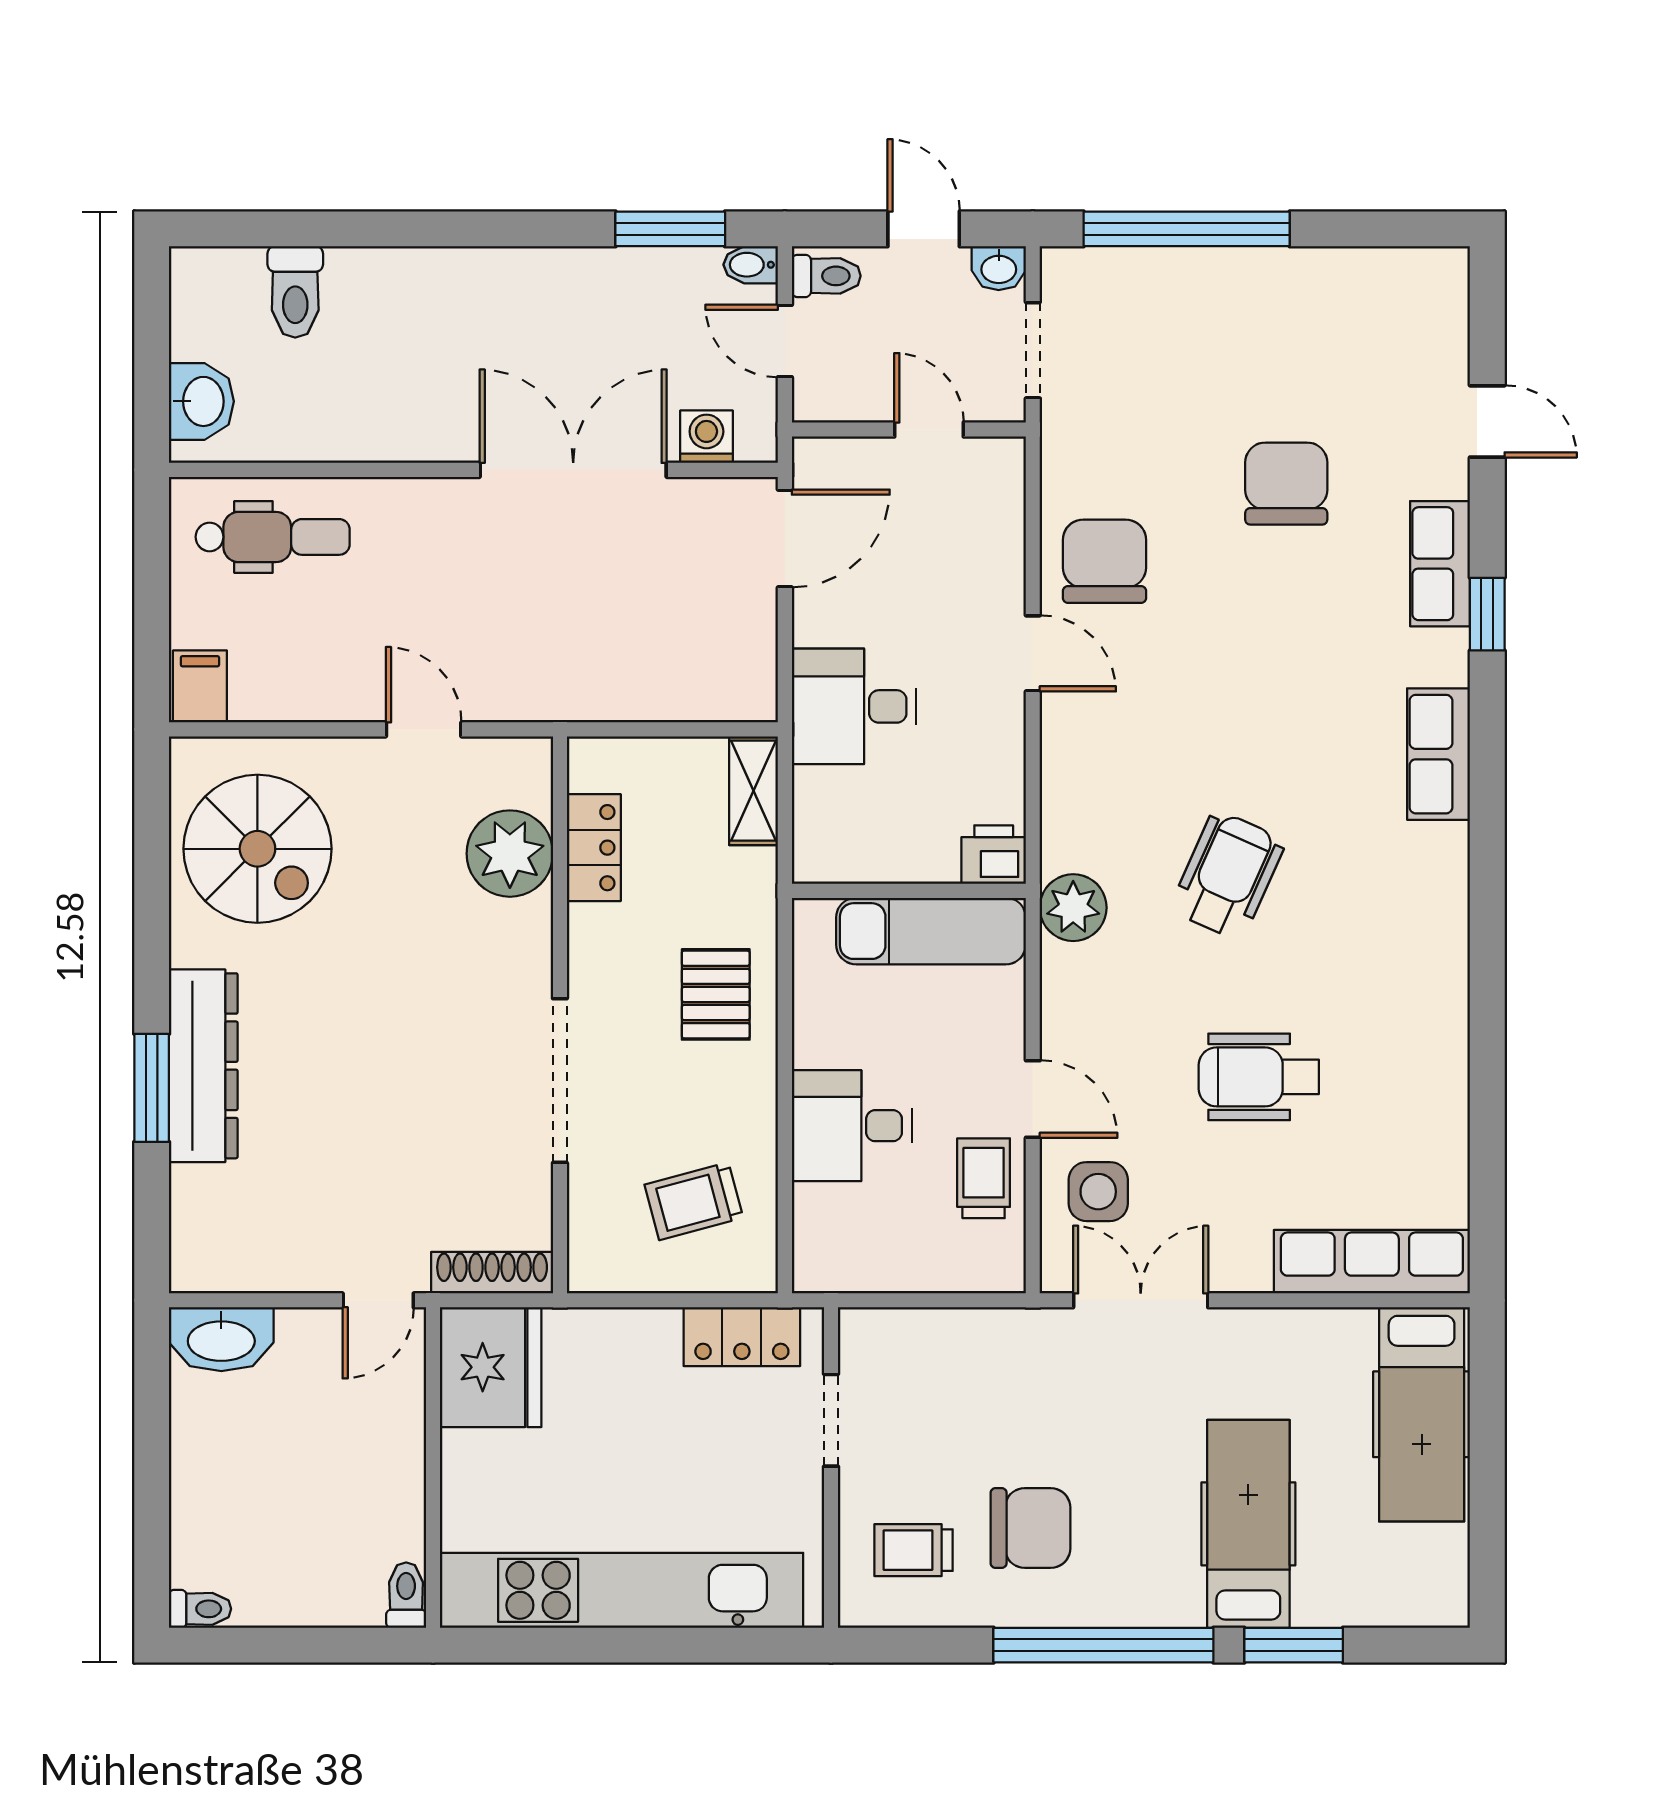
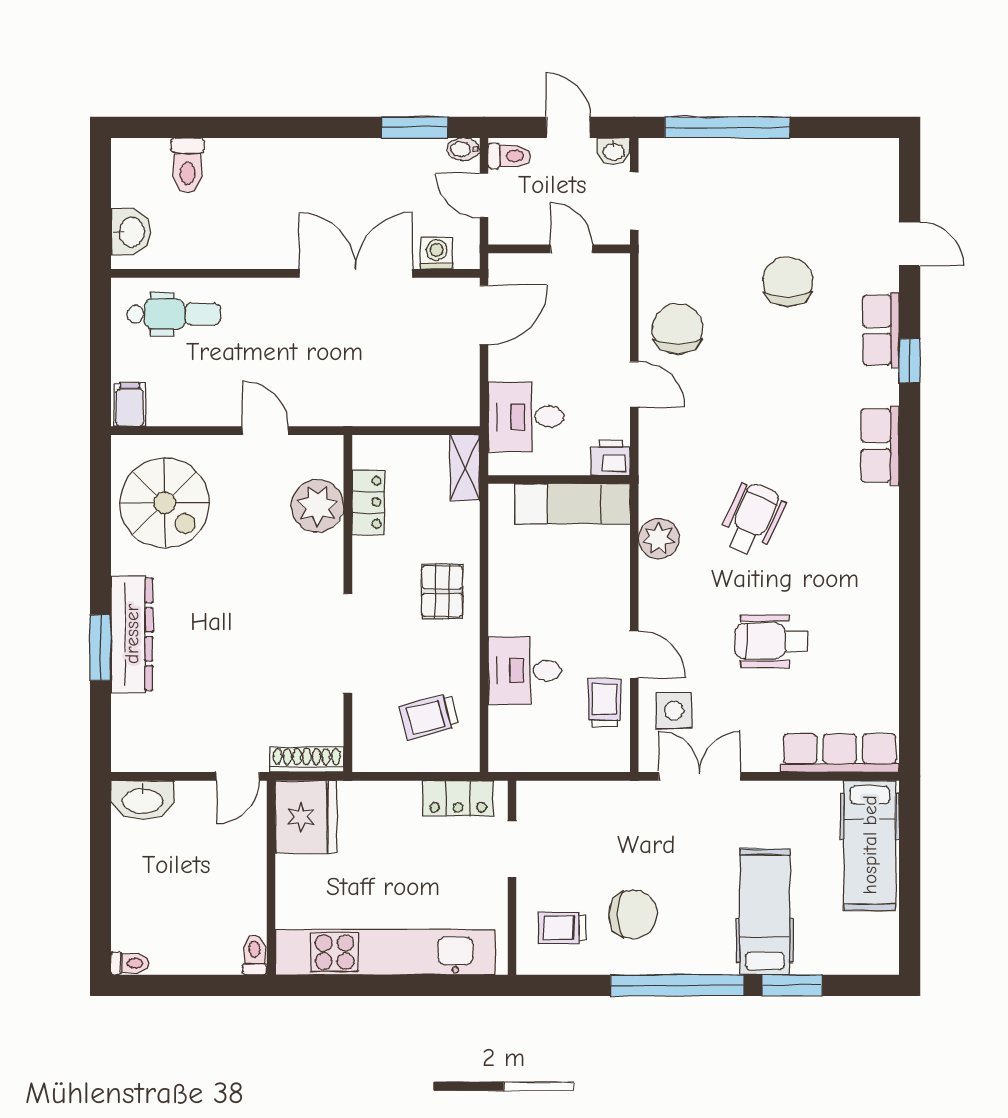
printer: (994, 855) -> (611, 458), moved
wall: (909, 891) -> (559, 479), moved
exam couch: (931, 931) -> (573, 504), moved

